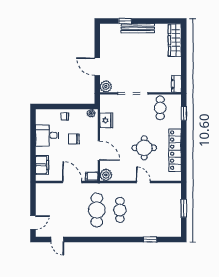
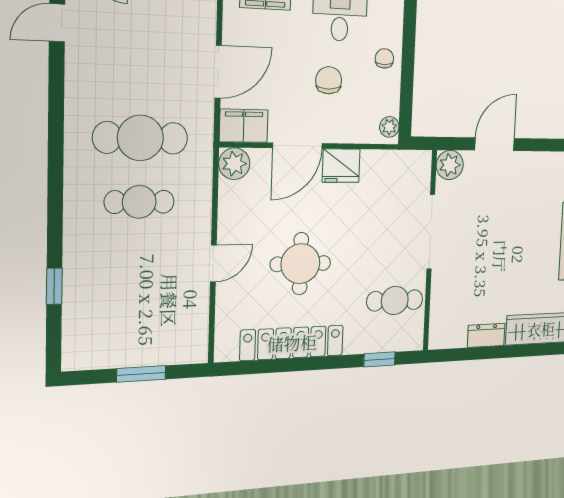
dresser: (176, 84) -> (486, 335), moved
fridge: (106, 120) -> (341, 166), moved
filing cabinet: (92, 176) -> (244, 126), width x2.00

